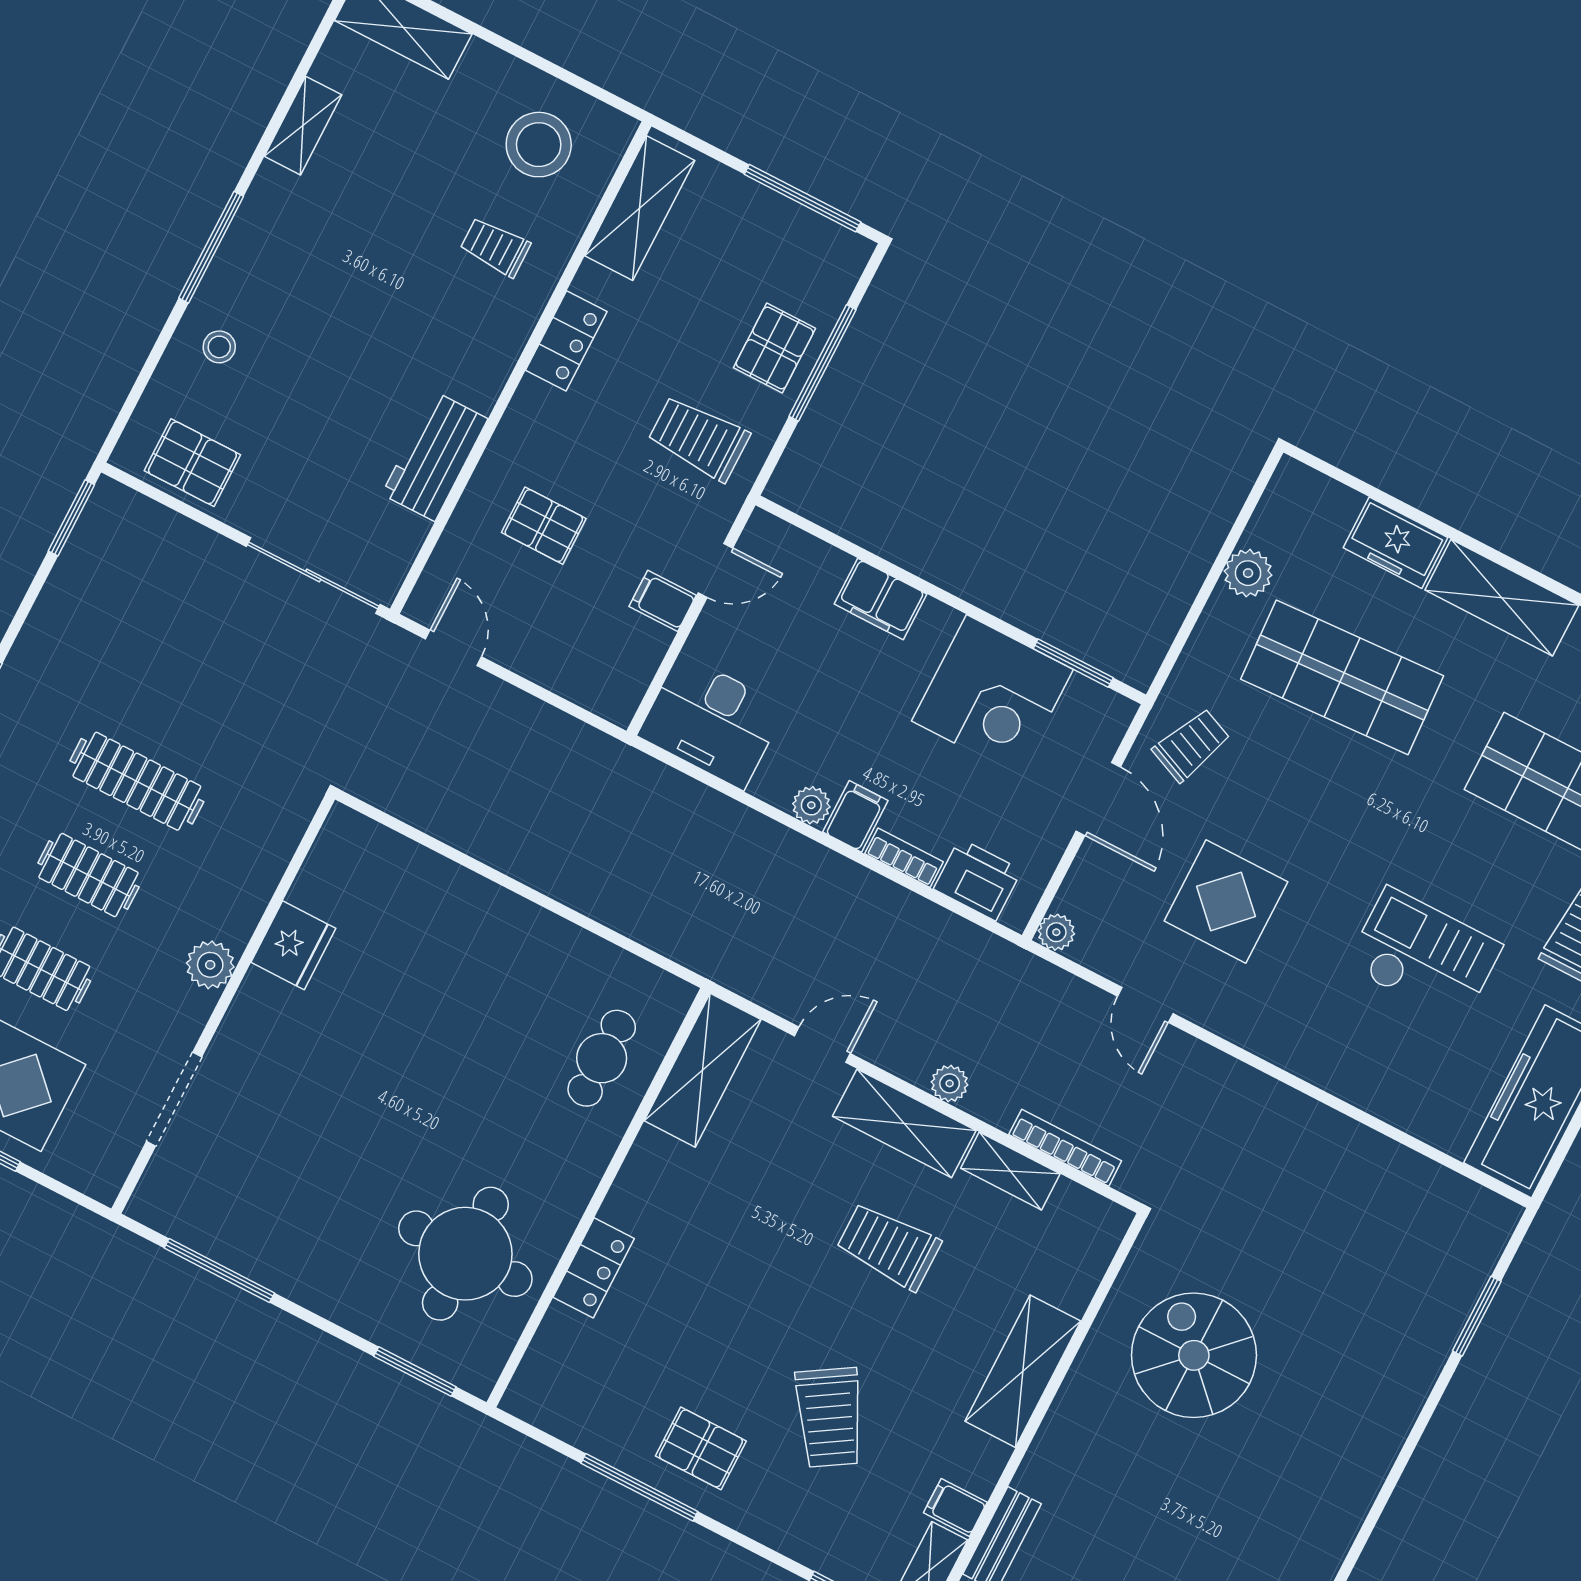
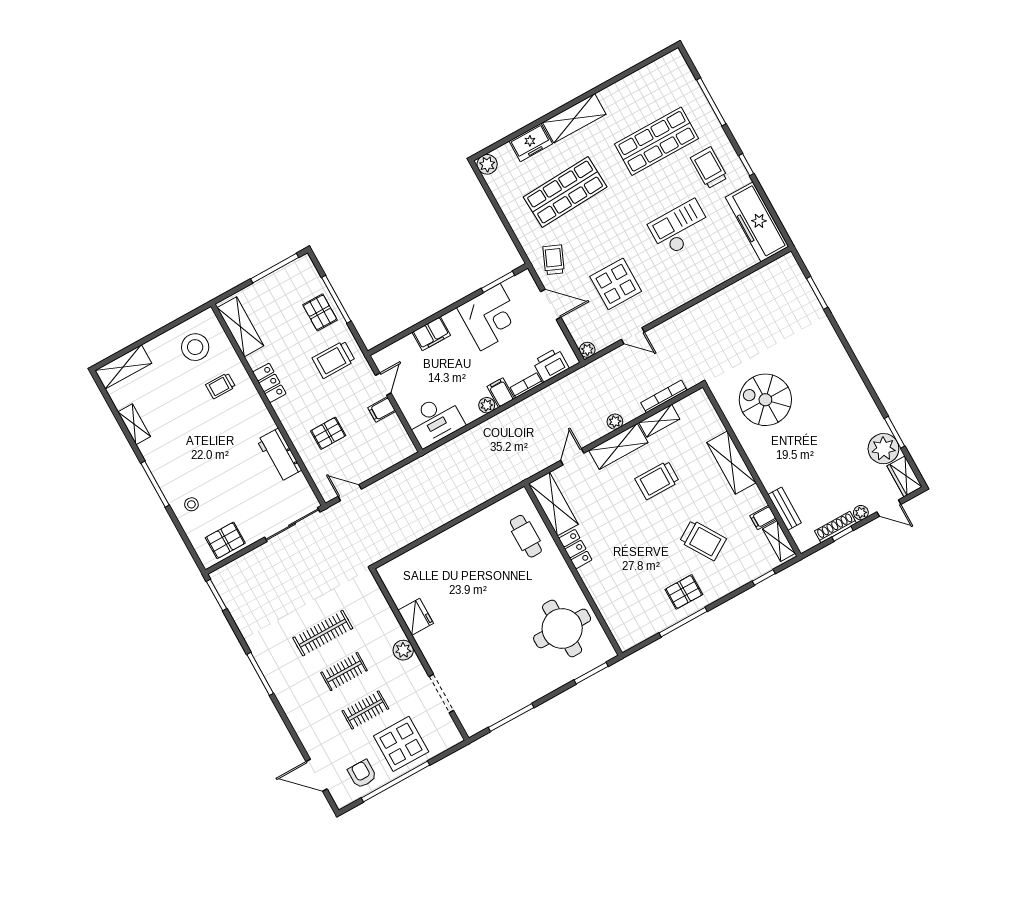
plant: (1248, 573) -> (487, 164), moved
locker: (594, 1268) -> (575, 549), moved

